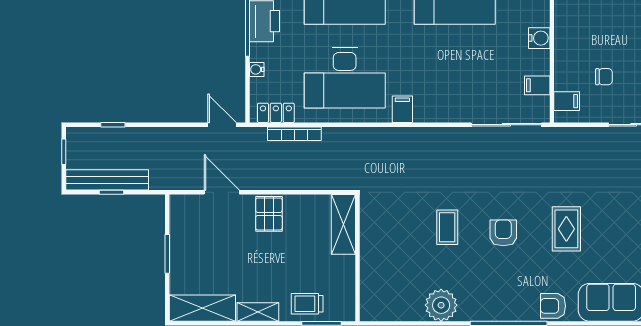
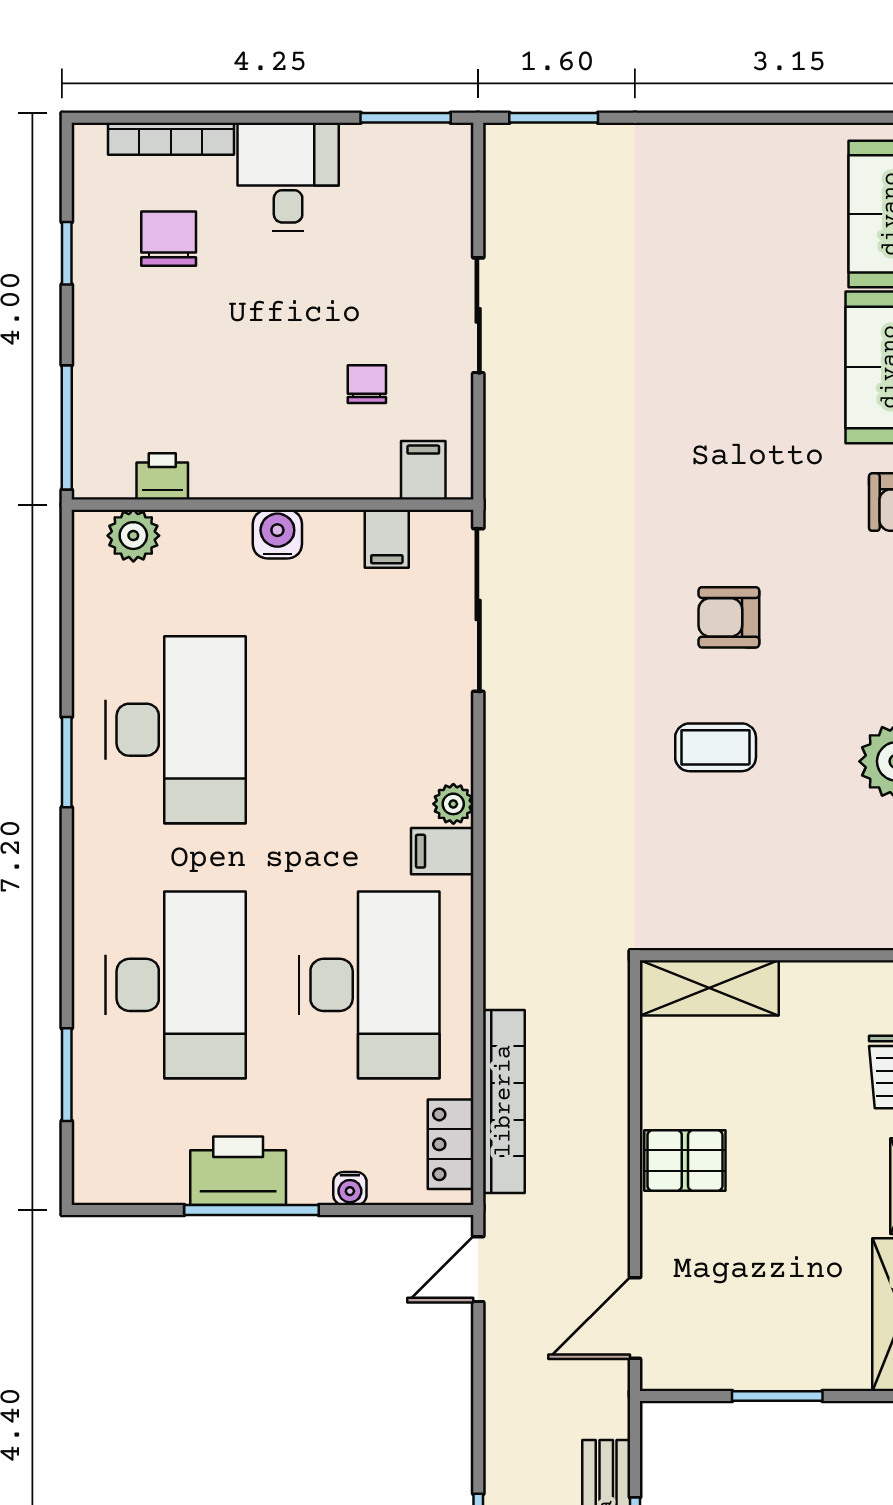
plant: (423, 114) -> (453, 804), added
bookcase: (294, 134) -> (504, 1101), width x1.48, depth x1.31
door: (222, 192) -> (635, 1318), moved
rug: (566, 229) -> (719, 471), removed

